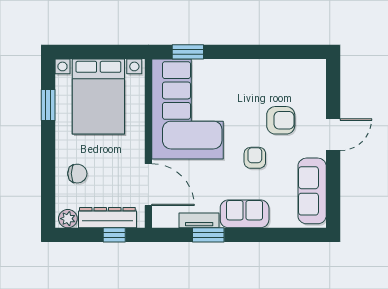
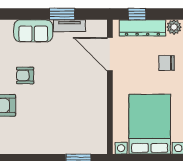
corner sofa: (188, 109) -> (79, 114), removed
armchair: (255, 158) -> (25, 75), turned 90

